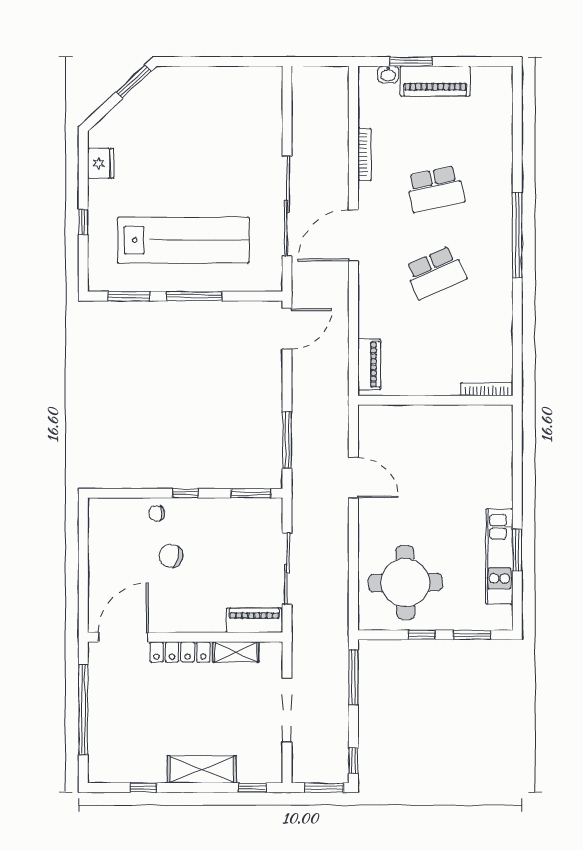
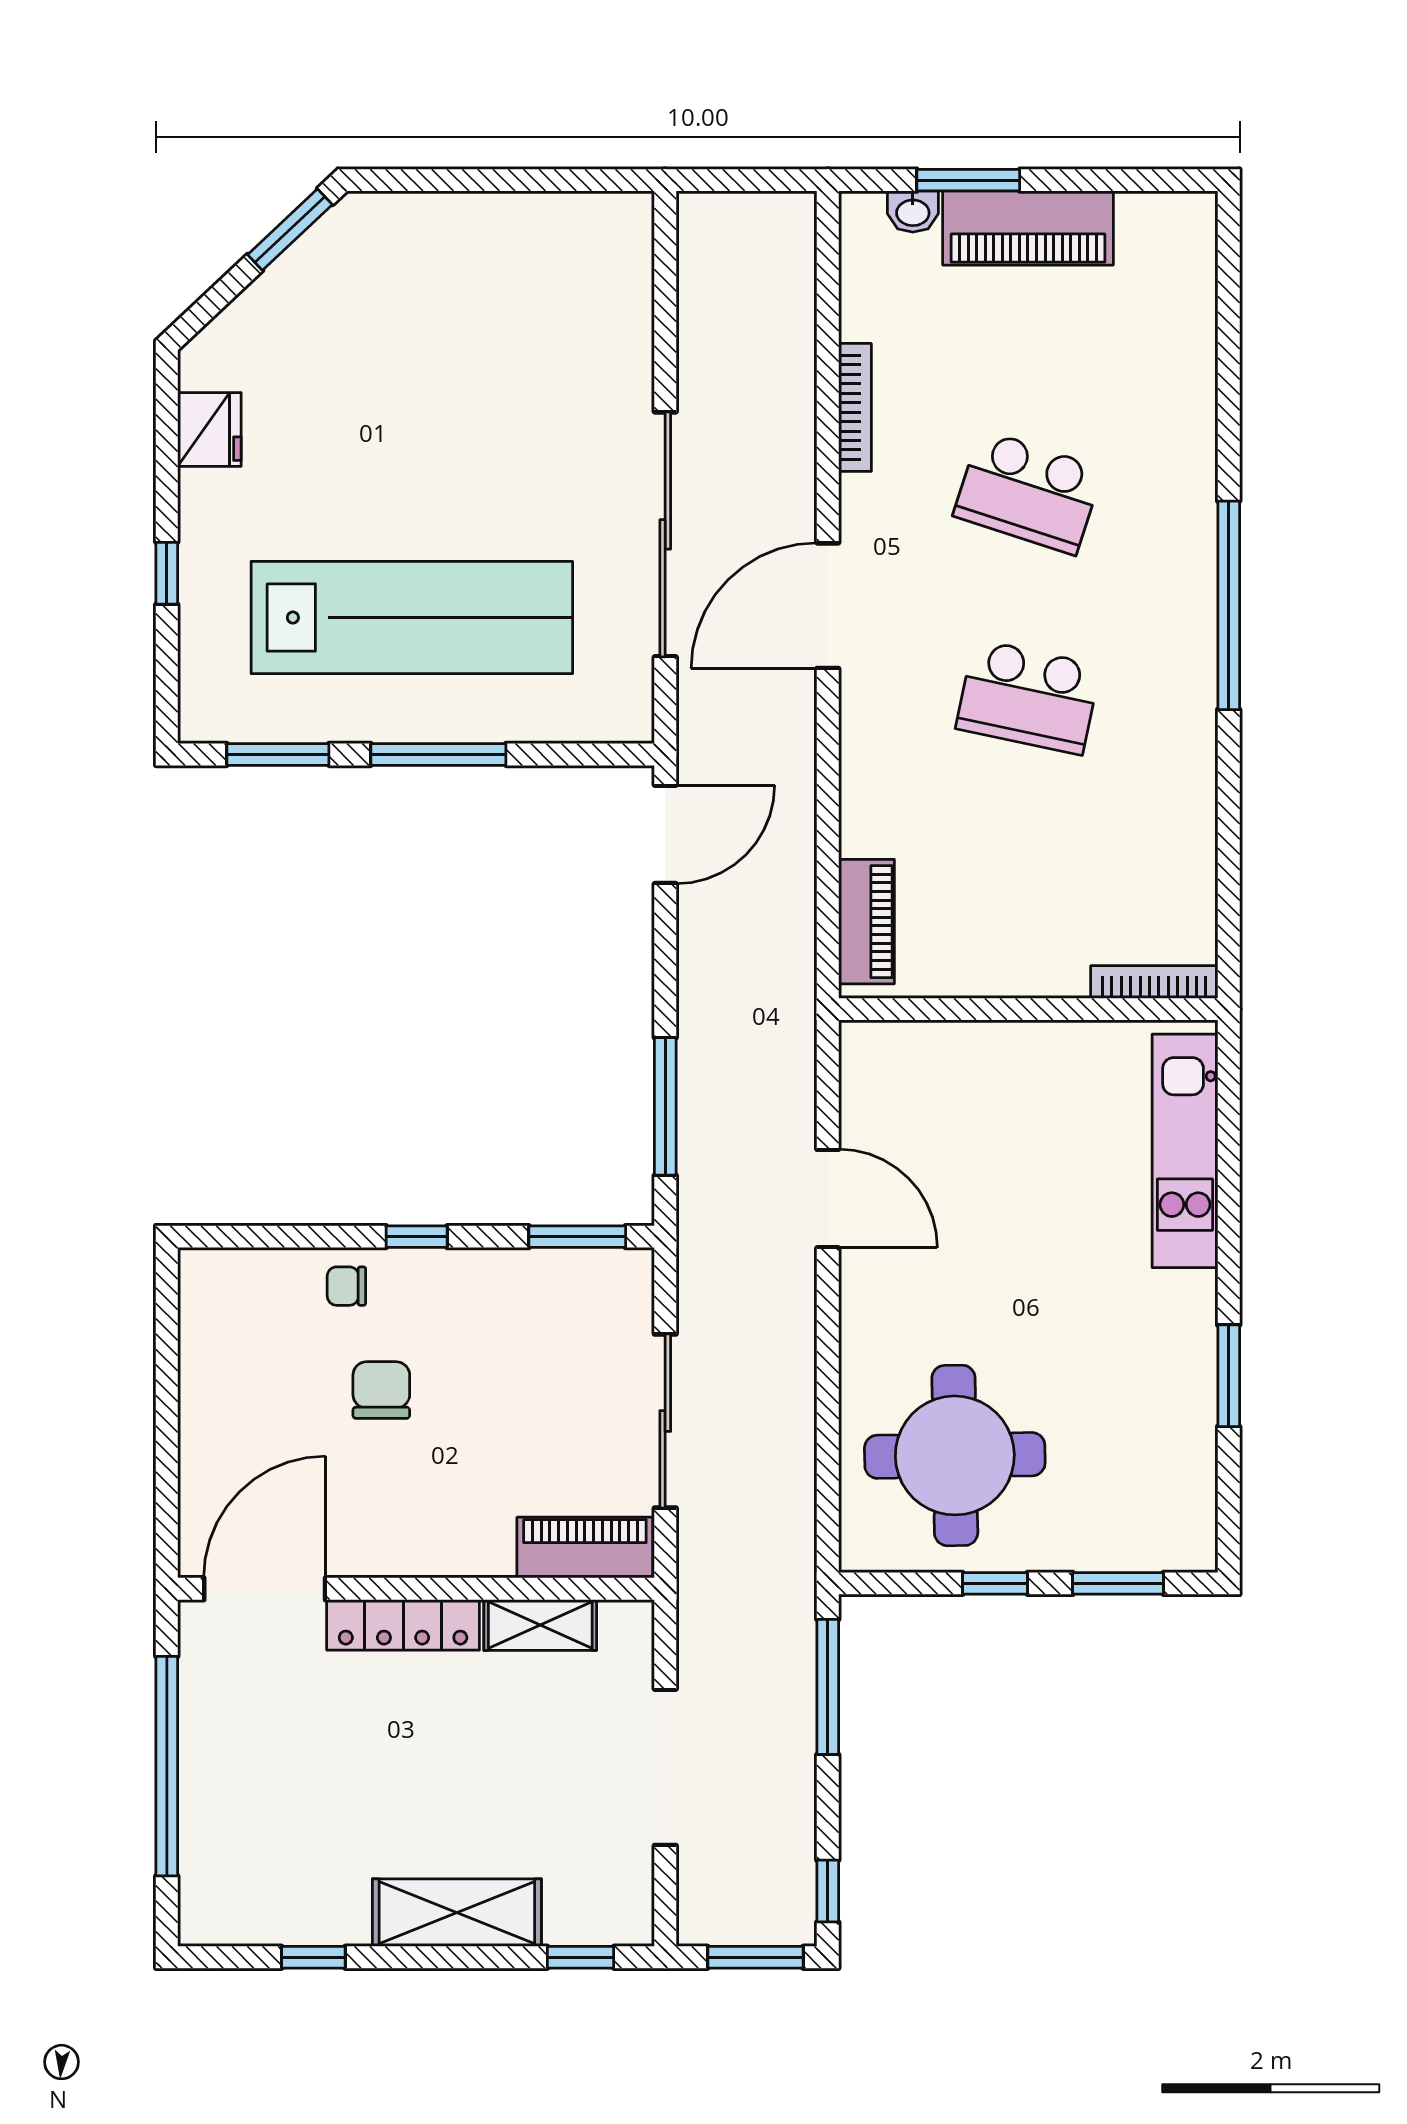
school desk: (435, 189) -> (1028, 492), turned 30
school desk: (435, 273) -> (1028, 697), turned 36
chair: (171, 556) -> (381, 1390), turned 77
kitchen unit: (499, 556) -> (1185, 1151), moved

